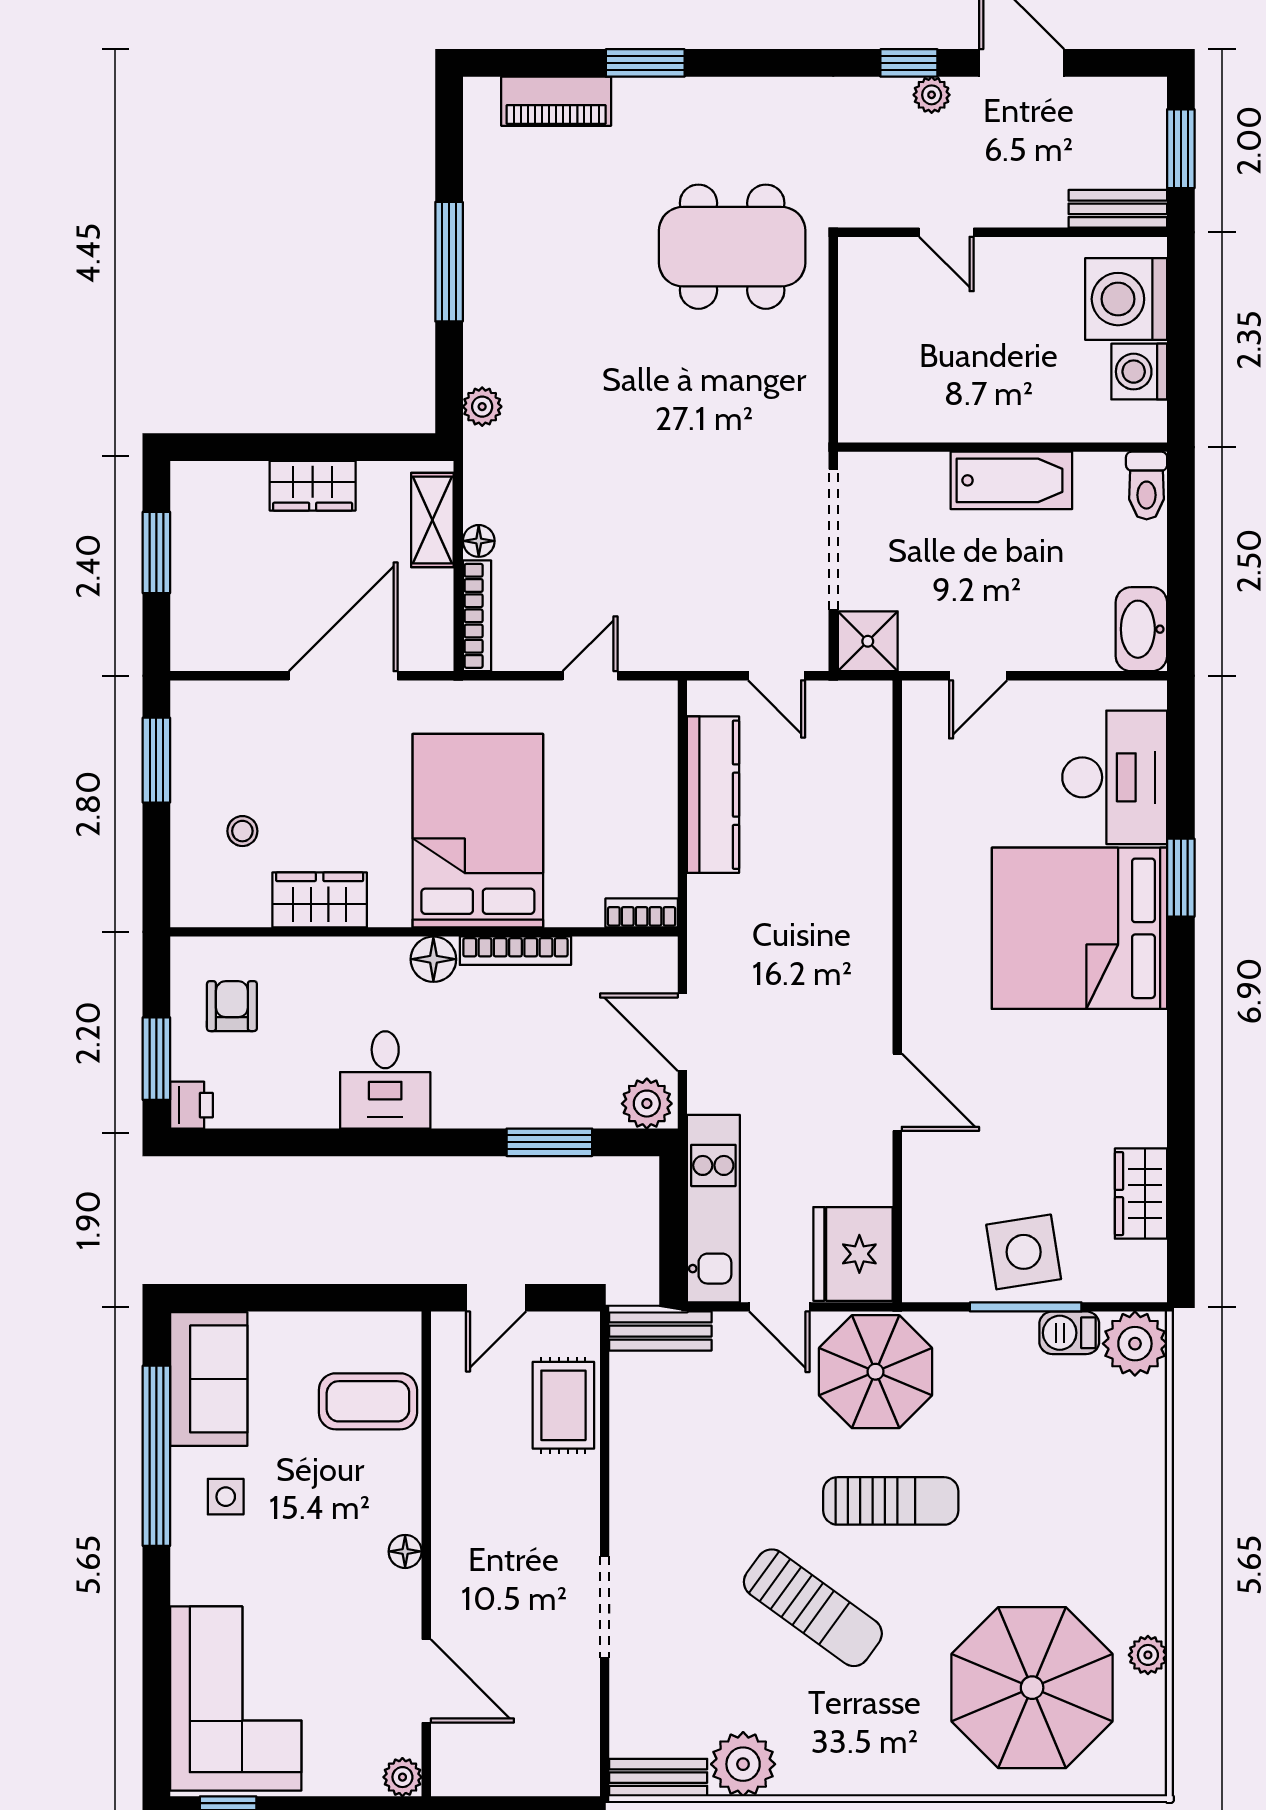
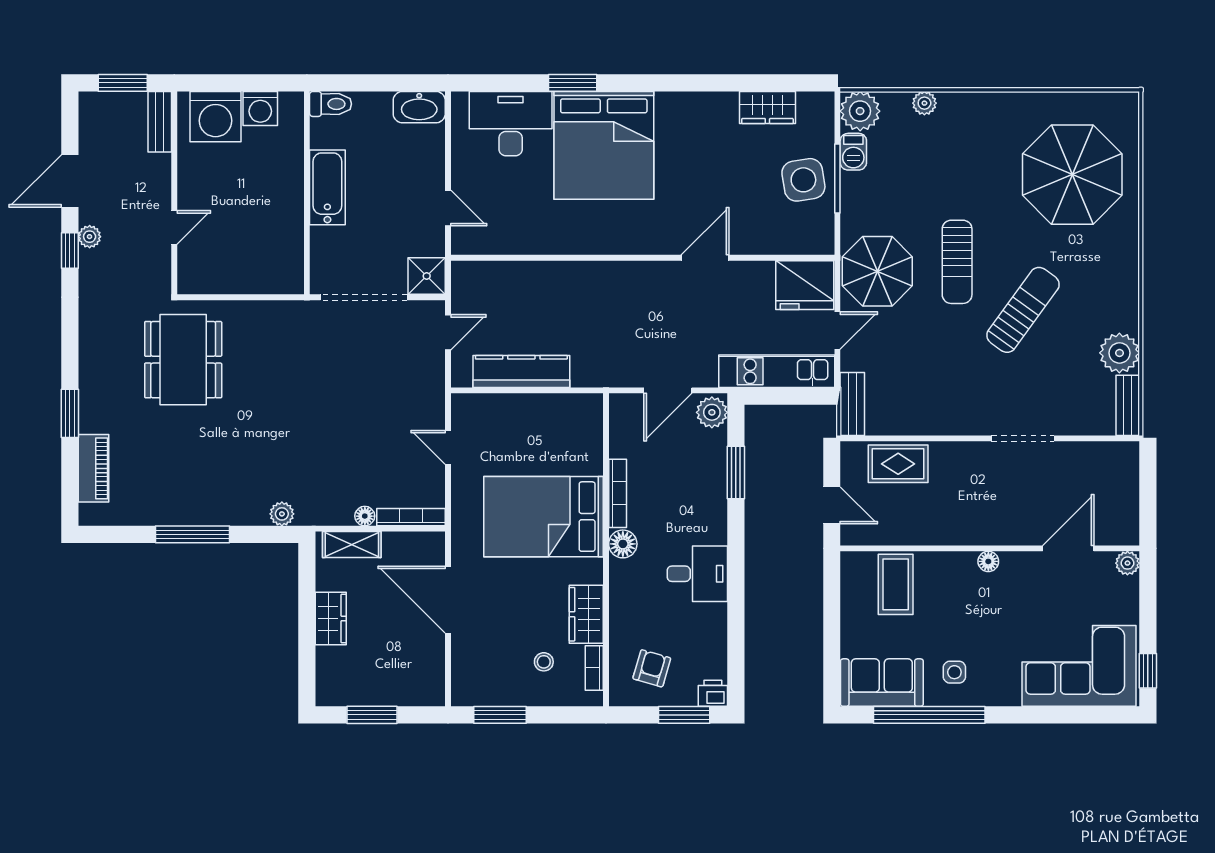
bookcase: (642, 913) -> (594, 668), moved
armchair: (232, 1006) -> (652, 668), turned 106
sun lounger: (891, 1501) -> (957, 262), turned 180
plant: (1148, 1655) -> (924, 103), moved

